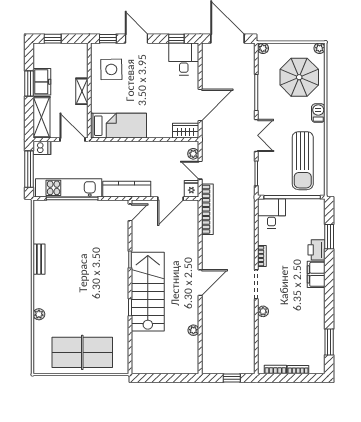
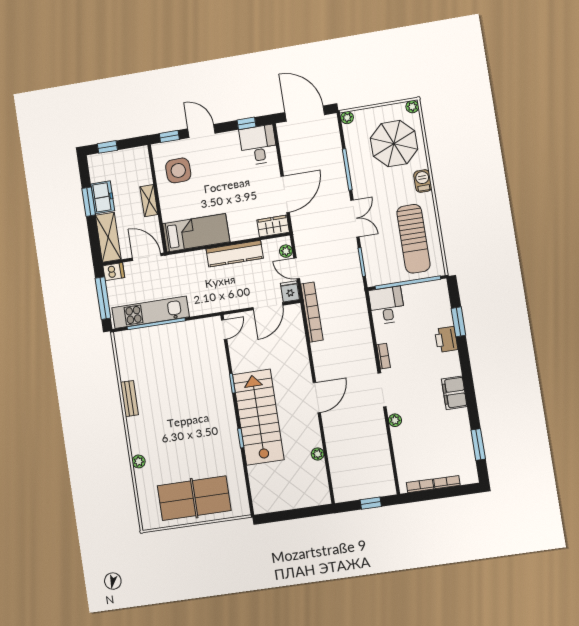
kitchen counter: (127, 189) -> (235, 254), moved, turned 180
filing cabinet: (316, 274) -> (454, 393), moved

